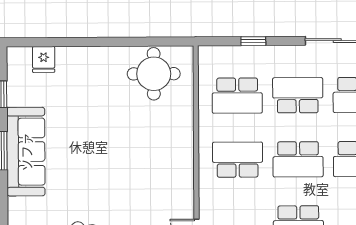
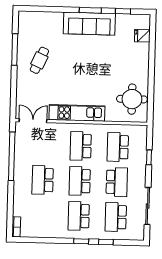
school desk: (238, 160) -> (81, 146), turned 180
kitchen unit: (181, 168) -> (77, 113), added

